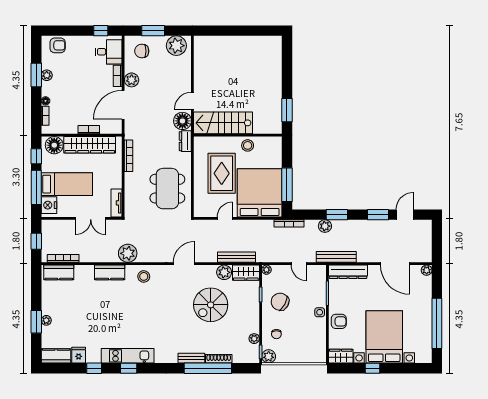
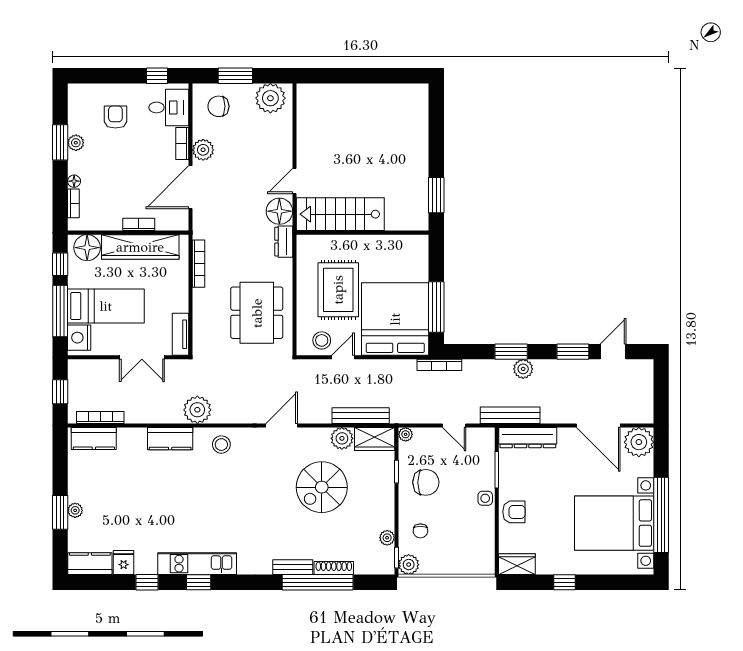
armchair: (58, 45) -> (115, 117), moved, turned -90
stool: (248, 145) -> (322, 340), moved
plant: (325, 226) -> (523, 369), moved
plant: (427, 270) -> (639, 442), width x1.88, depth x1.88
chair: (280, 302) -> (426, 482), turned 151
bed with nightstands: (384, 337) -> (614, 523), moved, turned -90

